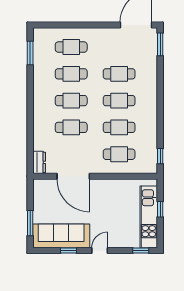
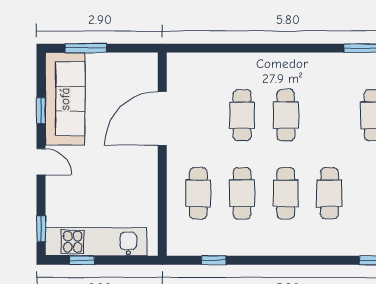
cafe table: (71, 74) -> (330, 115), removed
window: (160, 156) -> (214, 260), moved
dresser: (39, 162) -> (185, 63), removed
window: (160, 209) -> (82, 260), moved

